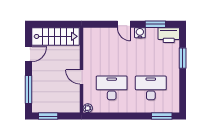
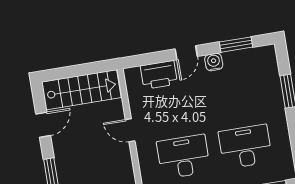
door: (124, 24) -> (186, 53), hinge flipped
printer: (169, 35) -> (159, 75), moved
door: (82, 77) -> (130, 130), moved

